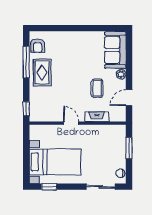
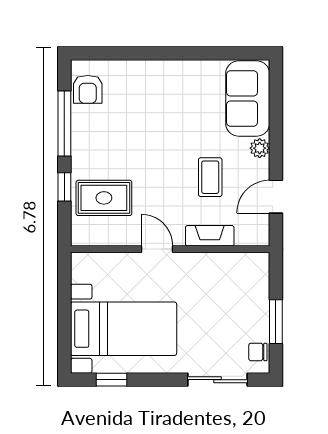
rug: (42, 73) -> (104, 198), moved, turned 90
window: (26, 109) -> (64, 187), moved
window: (129, 148) -> (276, 322), moved

